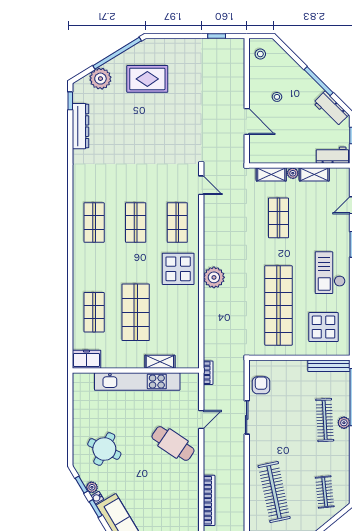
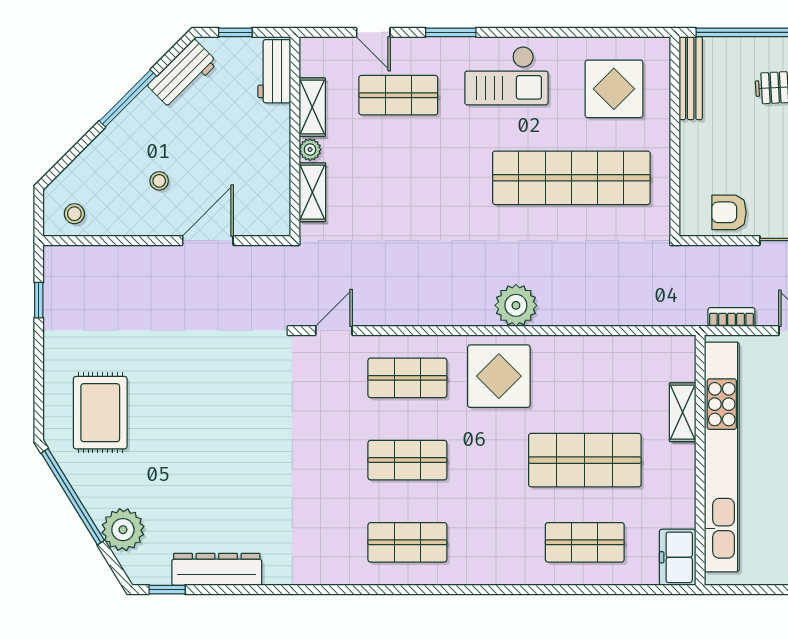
rug: (147, 79) -> (100, 413), moved
shop shelf: (278, 218) -> (398, 95), moved
bookcase: (208, 373) -> (731, 317), moved
kitchen unit: (137, 382) -> (722, 457), width x1.36

